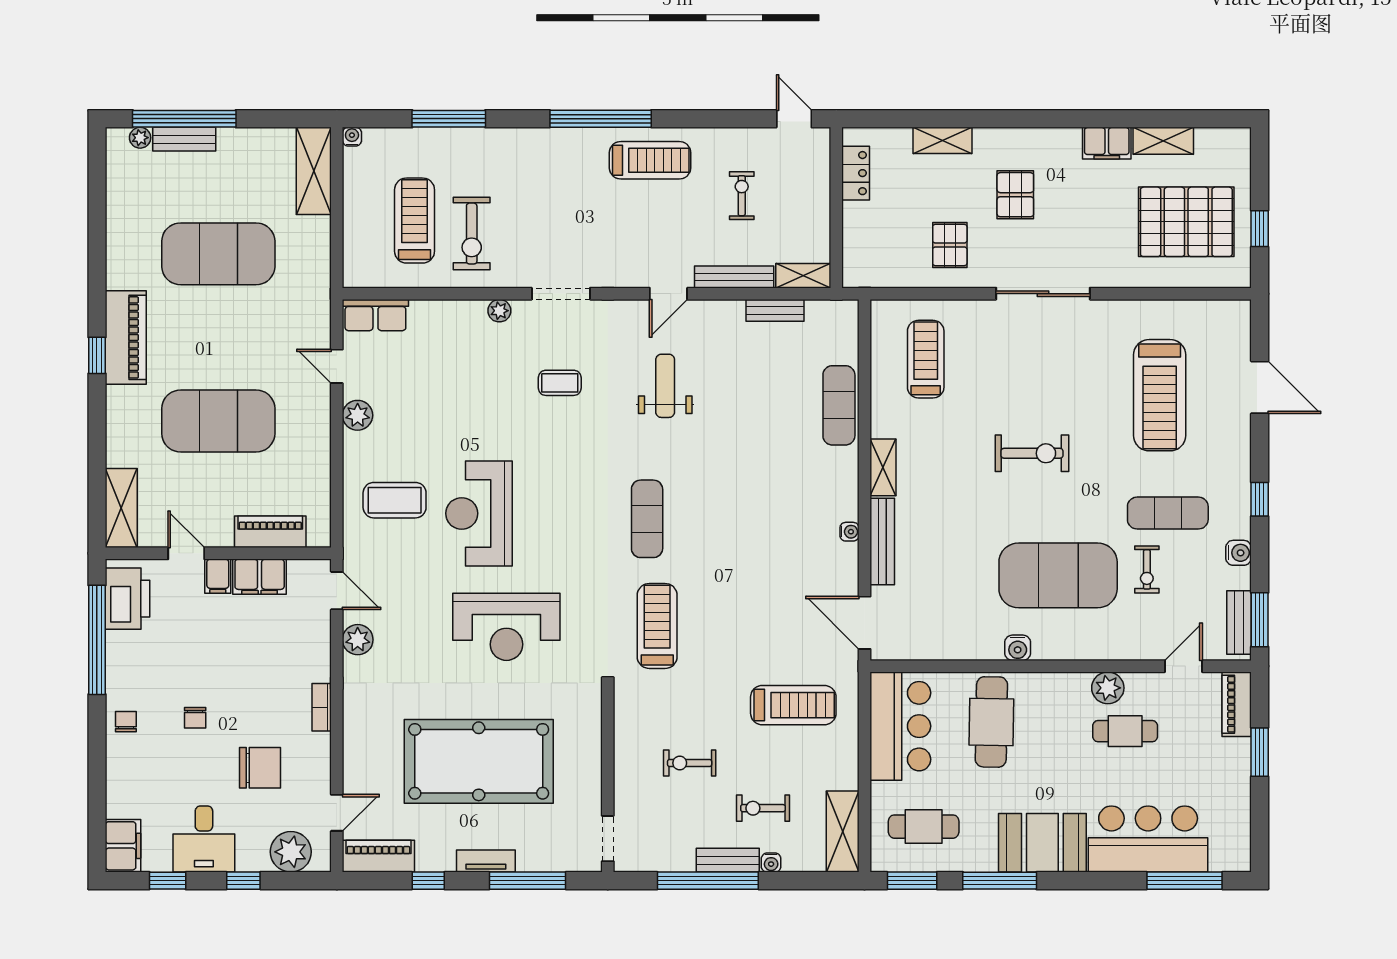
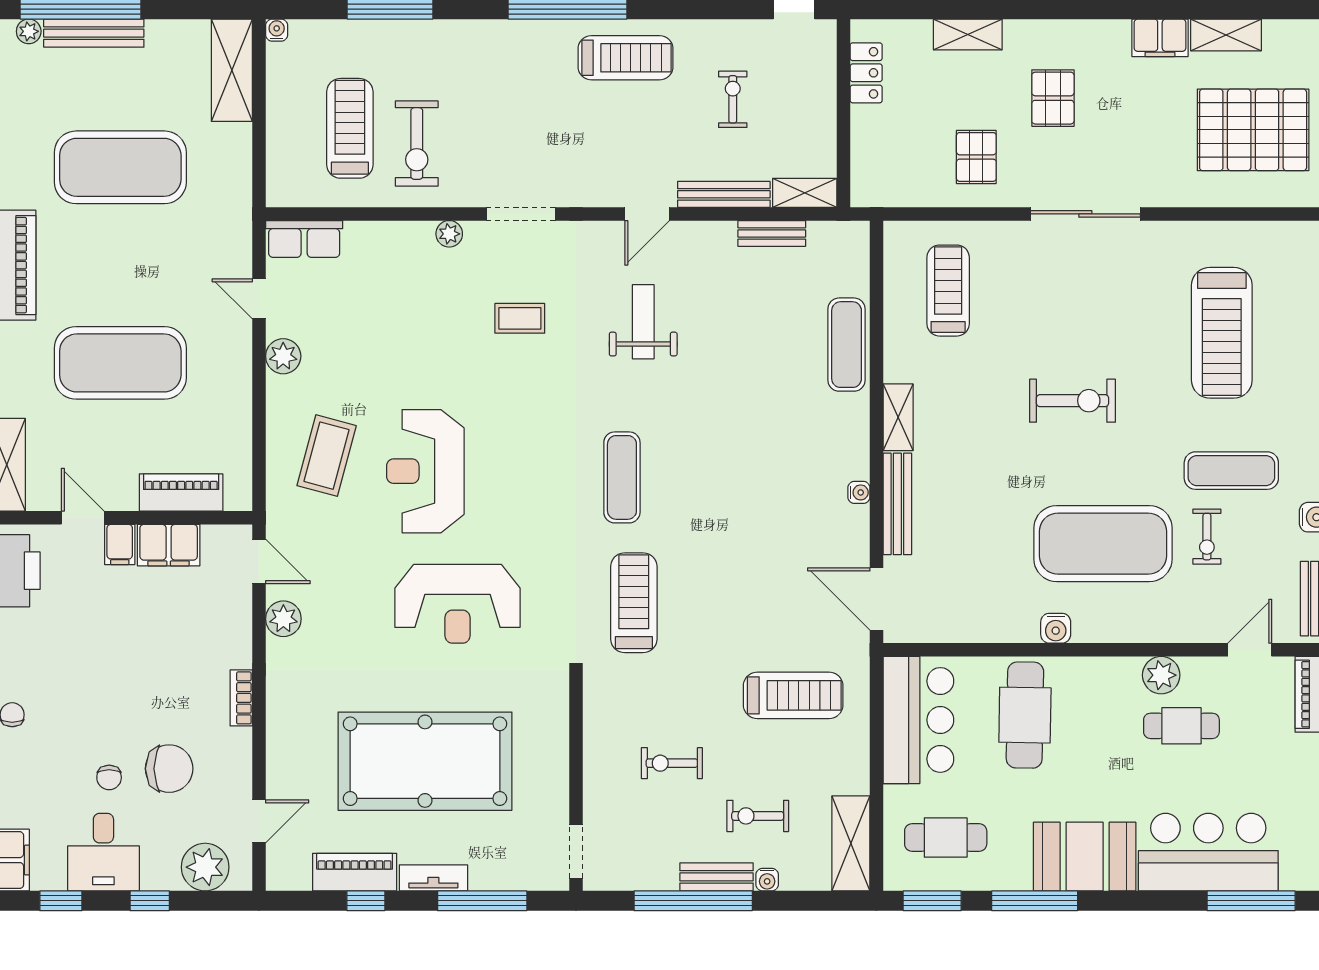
bench: (184, 139) -> (94, 33), width x1.36
coffee table: (395, 500) -> (327, 456), turned -75
chair: (195, 718) -> (109, 777), moved
piano: (378, 856) -> (355, 872), moved

